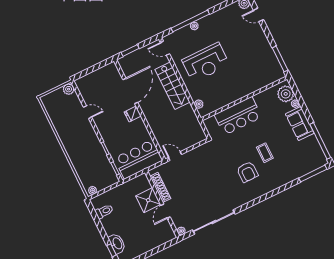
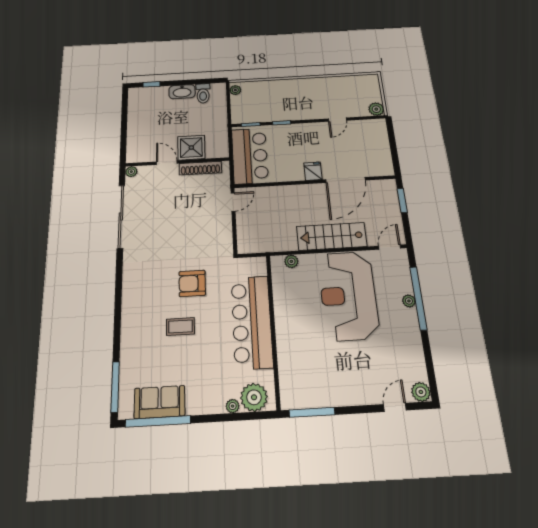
reception desk: (206, 62) -> (348, 295), width x1.36, depth x1.30
door: (130, 91) -> (345, 180), hinge flipped
bar counter: (238, 116) -> (252, 322), width x1.36
sofa: (300, 124) -> (160, 402), moved
armchair: (247, 172) -> (192, 283), moved
washbasin: (117, 243) -> (182, 92), moved

